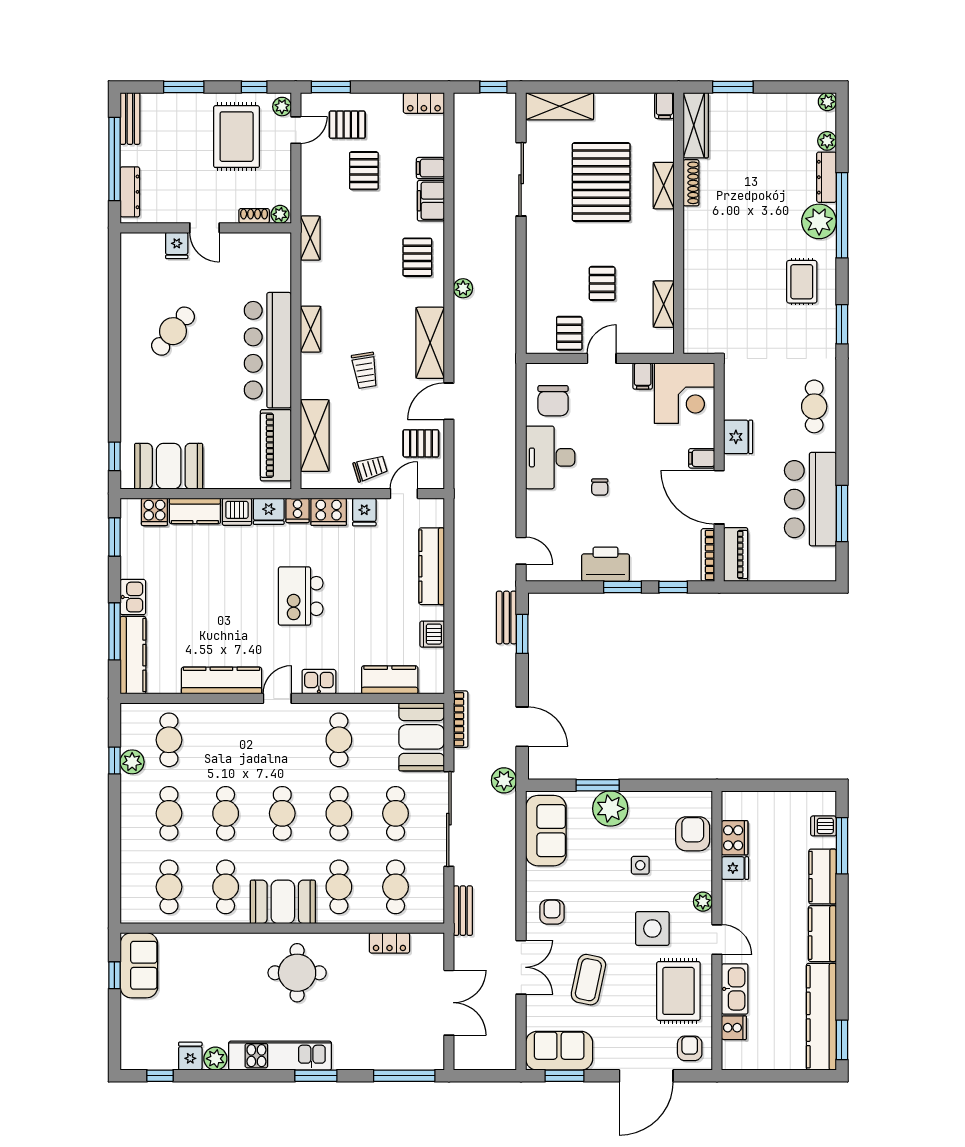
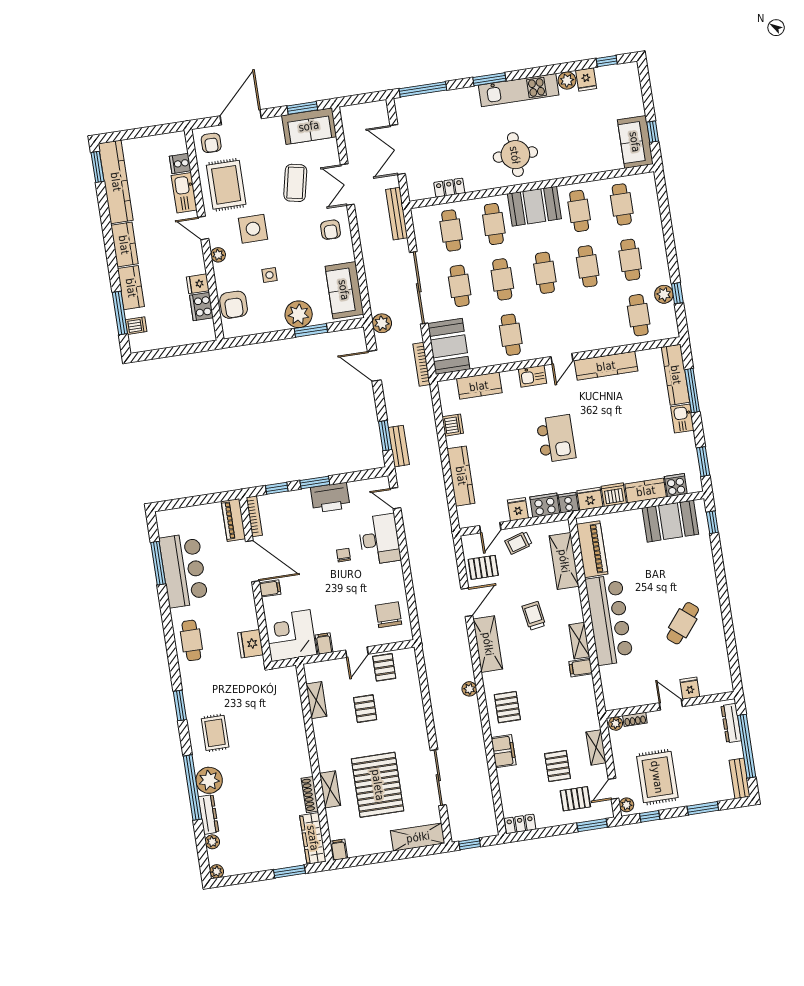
filing cabinet: (430, 168) -> (581, 668), moved, turned 180
shelving: (310, 238) -> (596, 747), moved
fridge: (738, 437) -> (250, 644), moved
desk: (550, 457) -> (379, 539), moved
bench: (463, 911) -> (397, 214), width x1.36

